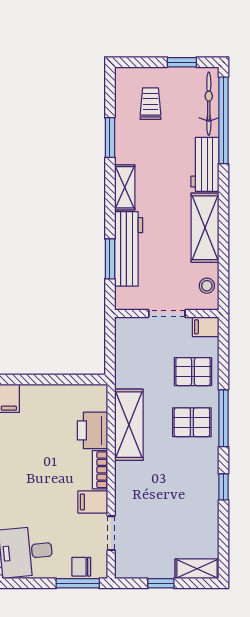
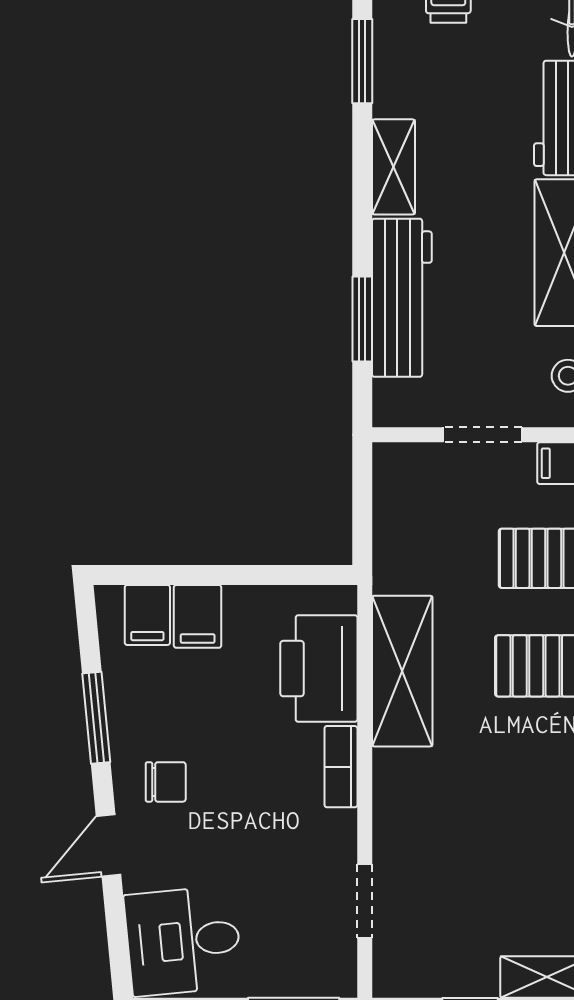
printer: (93, 430) -> (319, 669), width x1.37, depth x1.19
filing cabinet: (93, 502) -> (198, 616), moved, turned -90
chair: (81, 567) -> (166, 782), moved, turned 180

